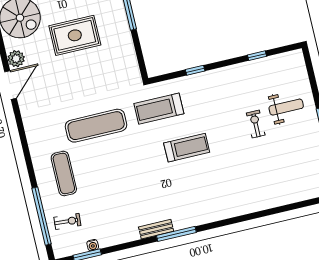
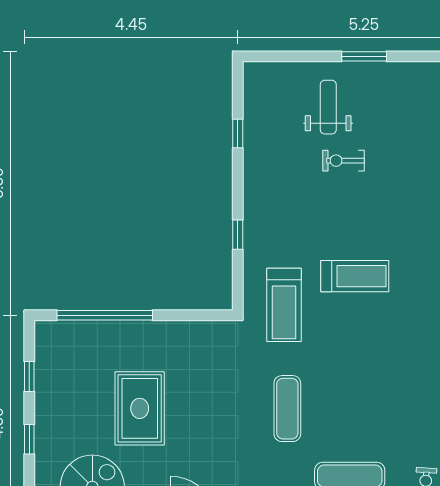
exercise mat: (96, 126) -> (287, 409), width x0.73, depth x0.69
treadmill: (187, 148) -> (355, 276), turned 90

